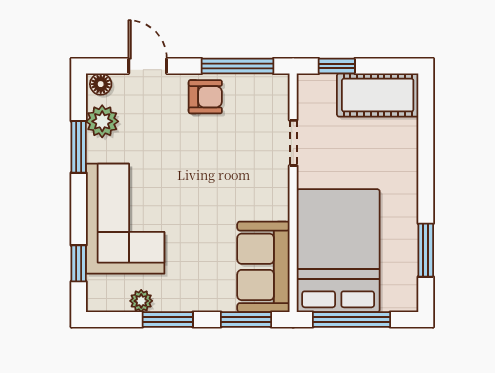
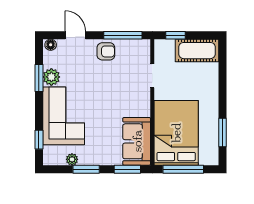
plant: (102, 121) -> (51, 77), moved

